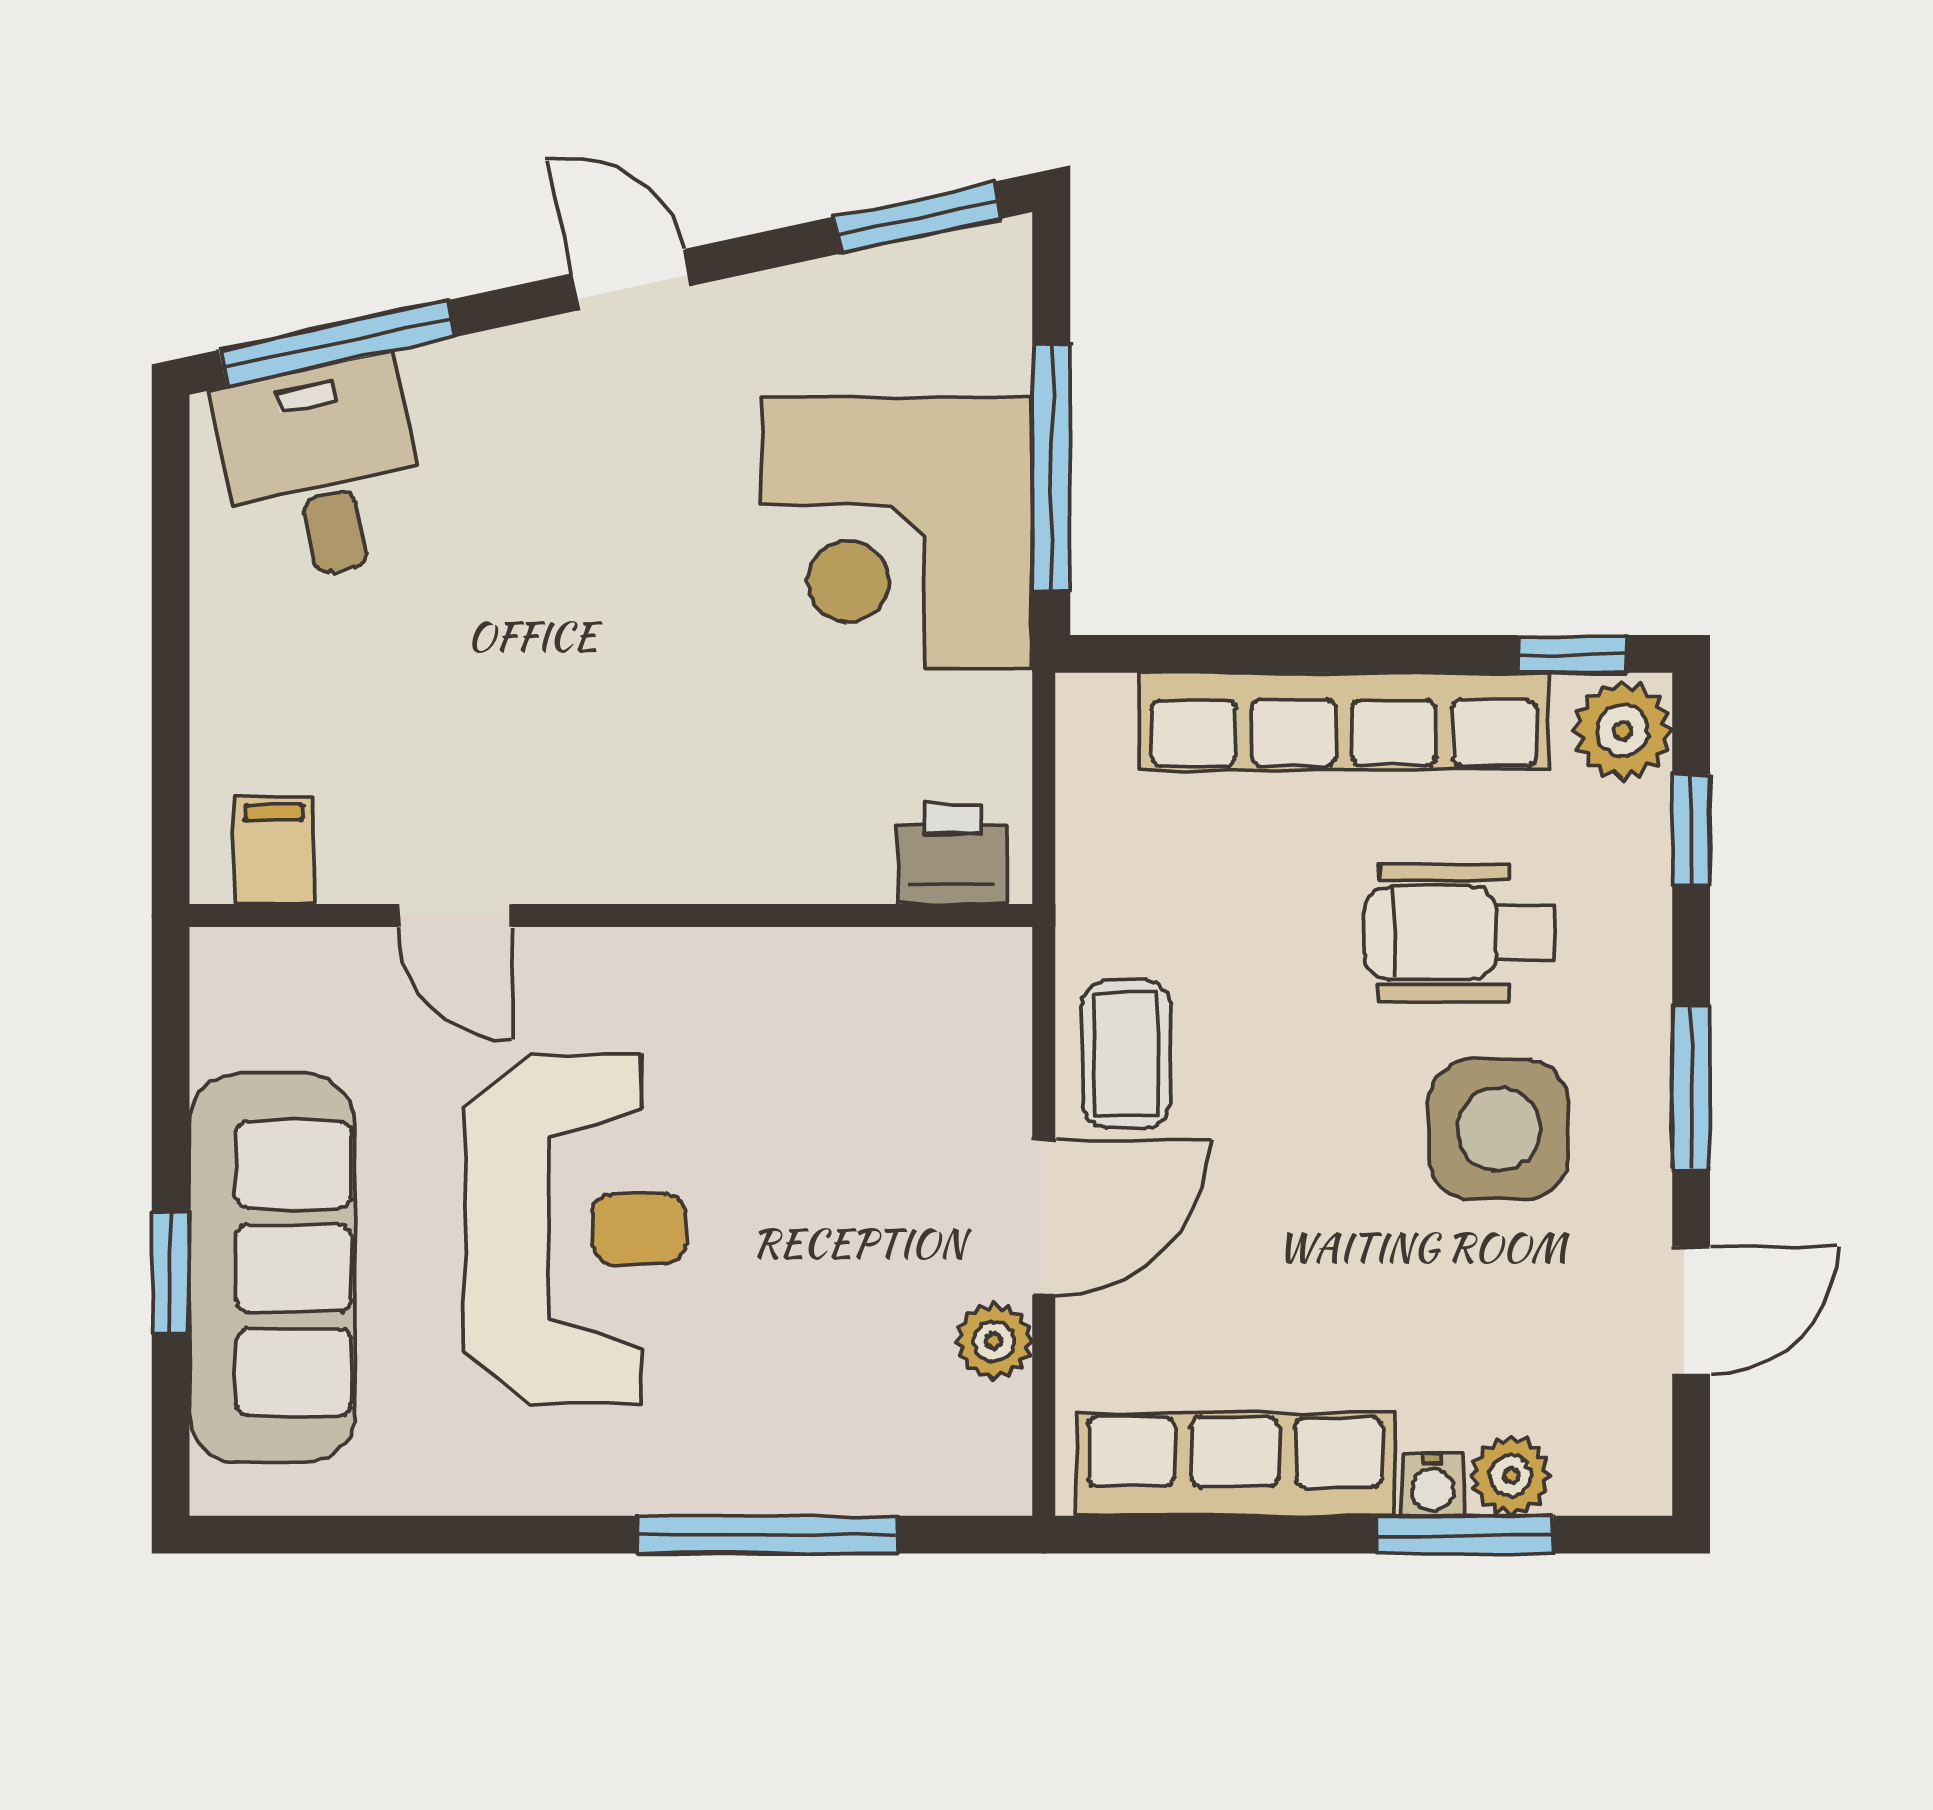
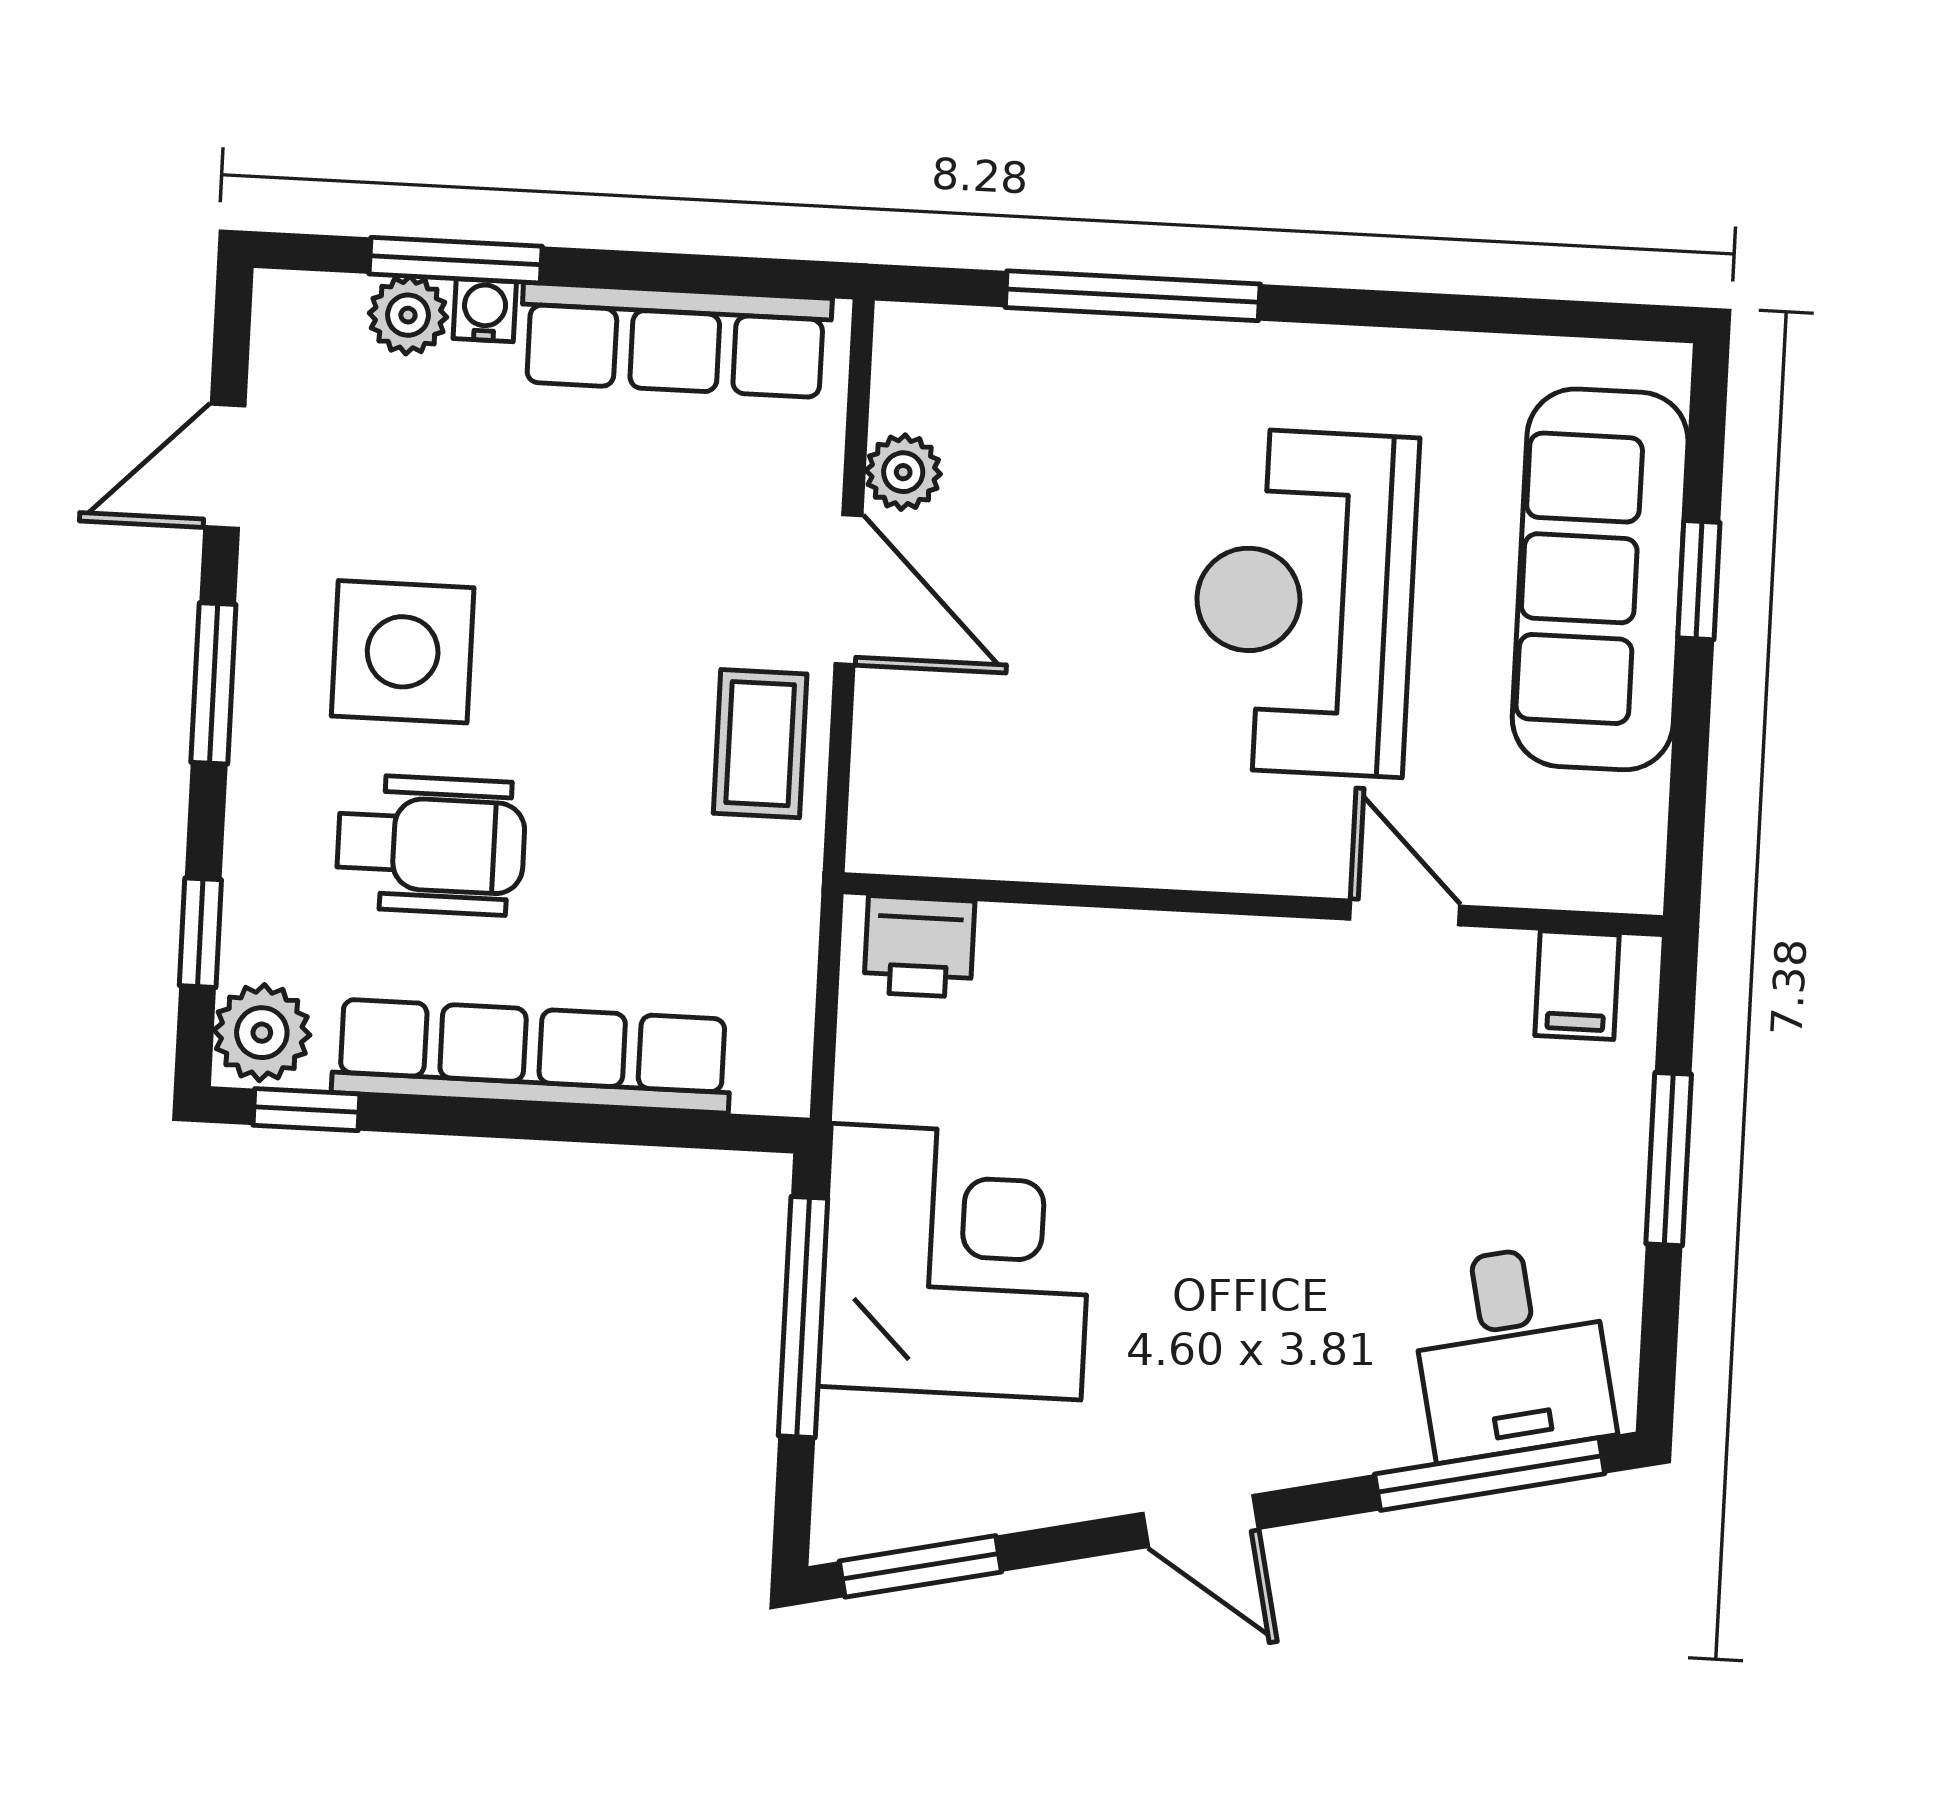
window: (171, 676) -> (1669, 1159), added
door: (1044, 1217) -> (848, 590), swing flipped

